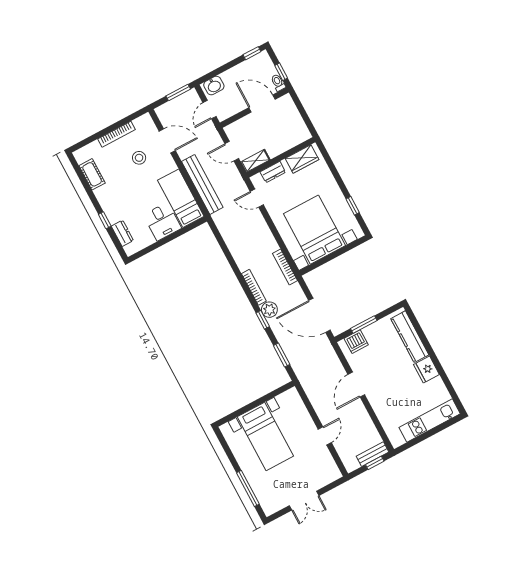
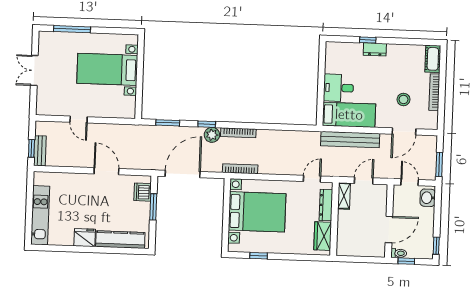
dresser: (273, 172) -> (326, 205), width x1.44
cot: (92, 174) -> (433, 59), moved, turned 90
dresser: (122, 233) -> (375, 49), moved

